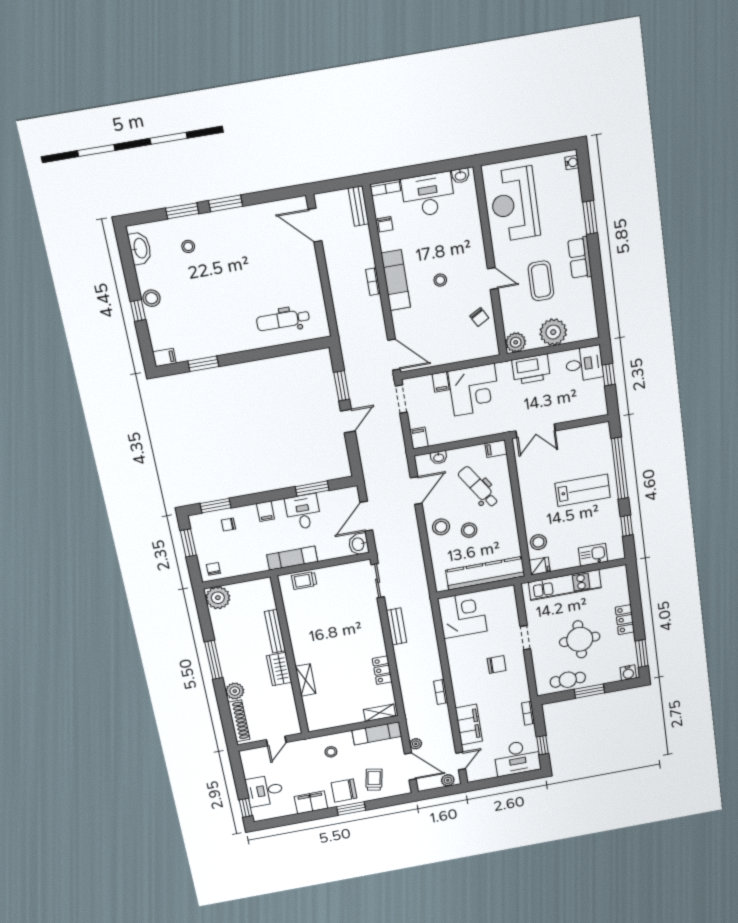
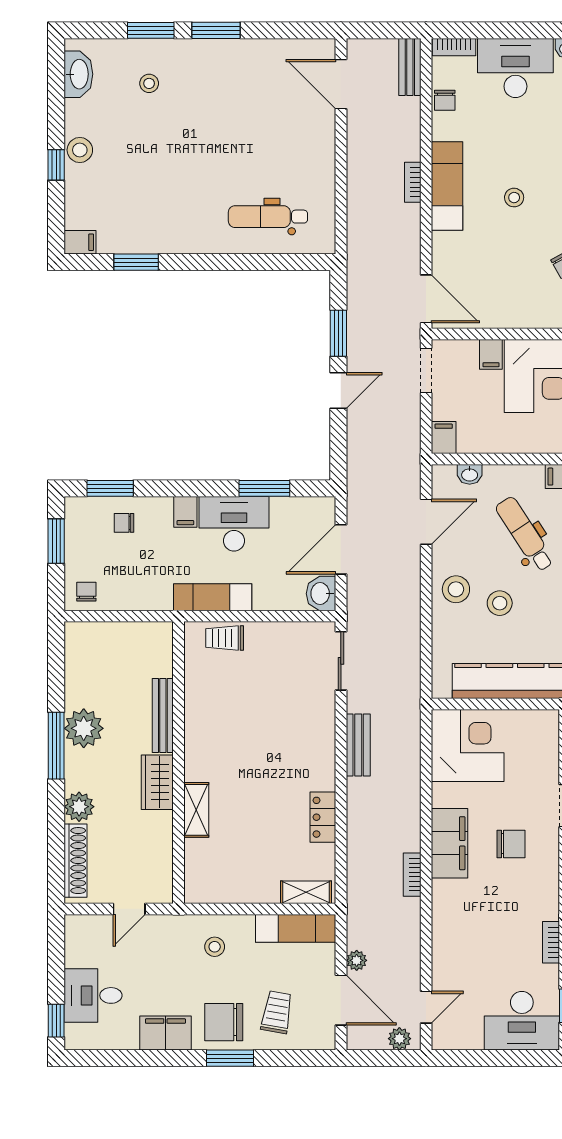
desk: (303, 512) -> (234, 524), width x1.37
plant: (218, 598) -> (84, 728), moved
filing cabinet: (469, 725) -> (450, 843), moved

